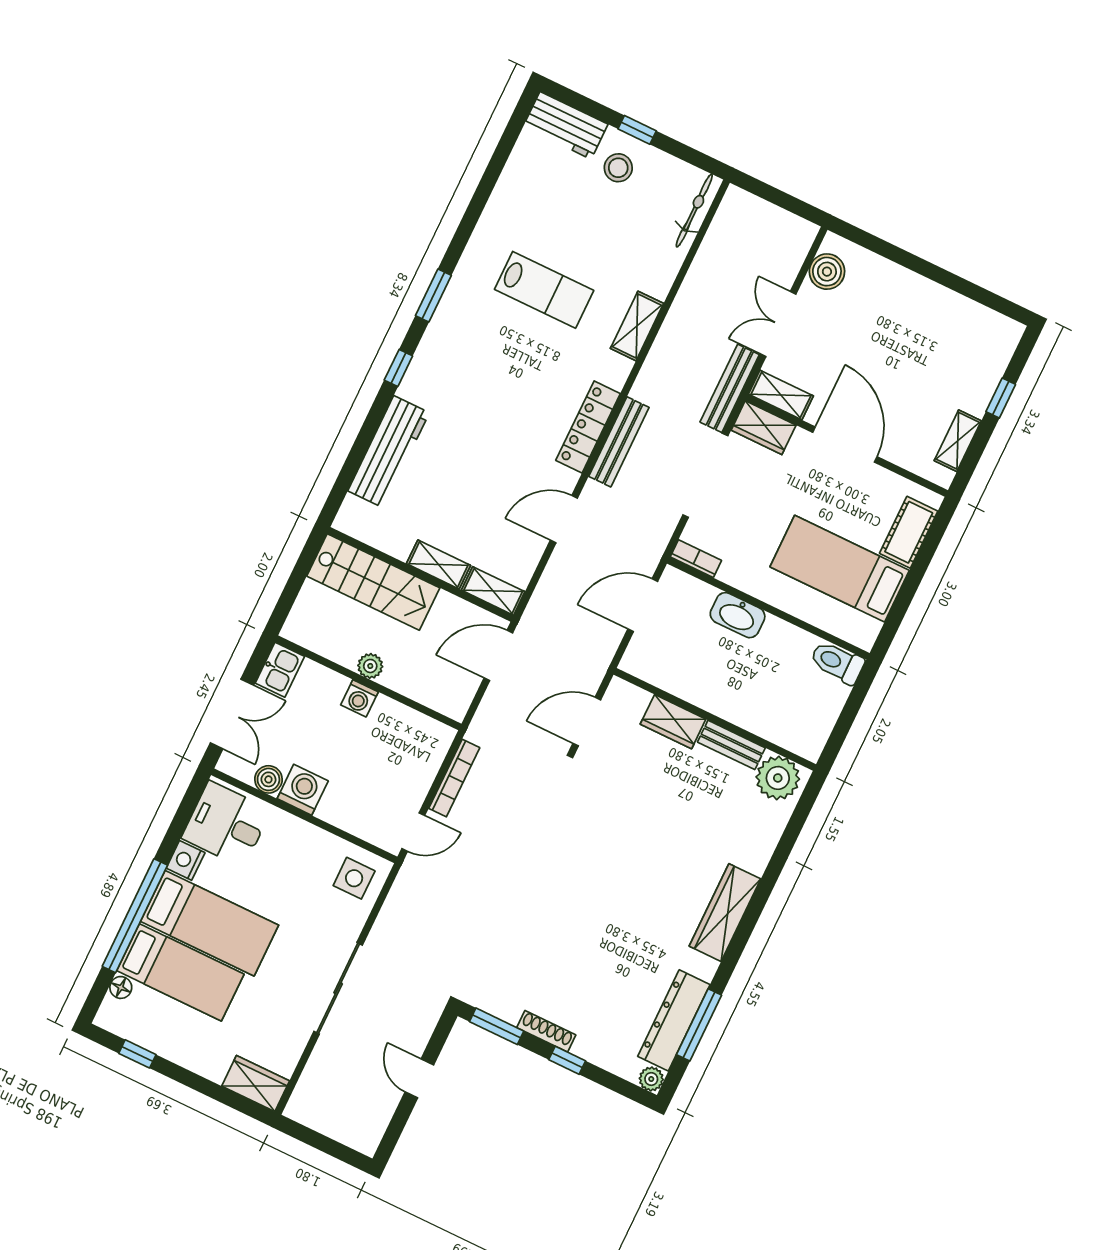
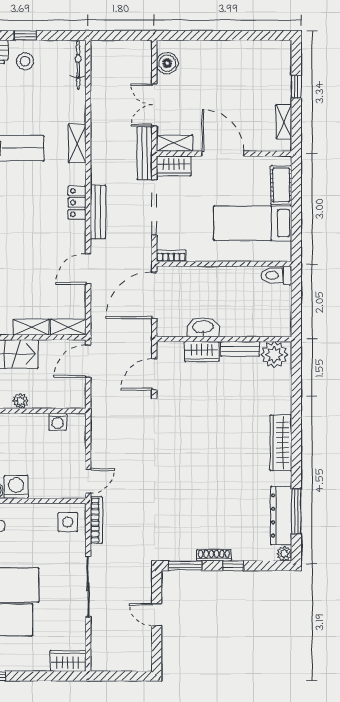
locker: (588, 427) -> (77, 203), width x0.66
door: (643, 605) -> (154, 295), width x1.36
washbasin: (738, 615) -> (203, 327), moved, turned 180
washing machine: (359, 698) -> (58, 422), moved
bookcase: (454, 778) -> (96, 520), moved

